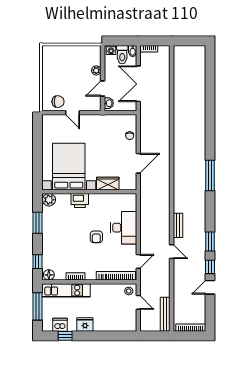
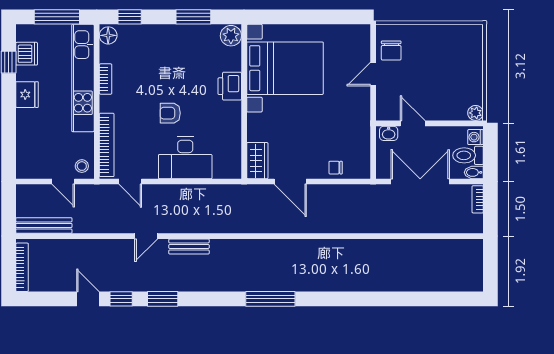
plant: (96, 70) -> (476, 113), moved
wardrobe: (108, 184) -> (257, 161), moved
kitchen unit: (66, 290) -> (83, 78), width x1.36
door: (138, 302) -> (63, 182), hinge flipped

